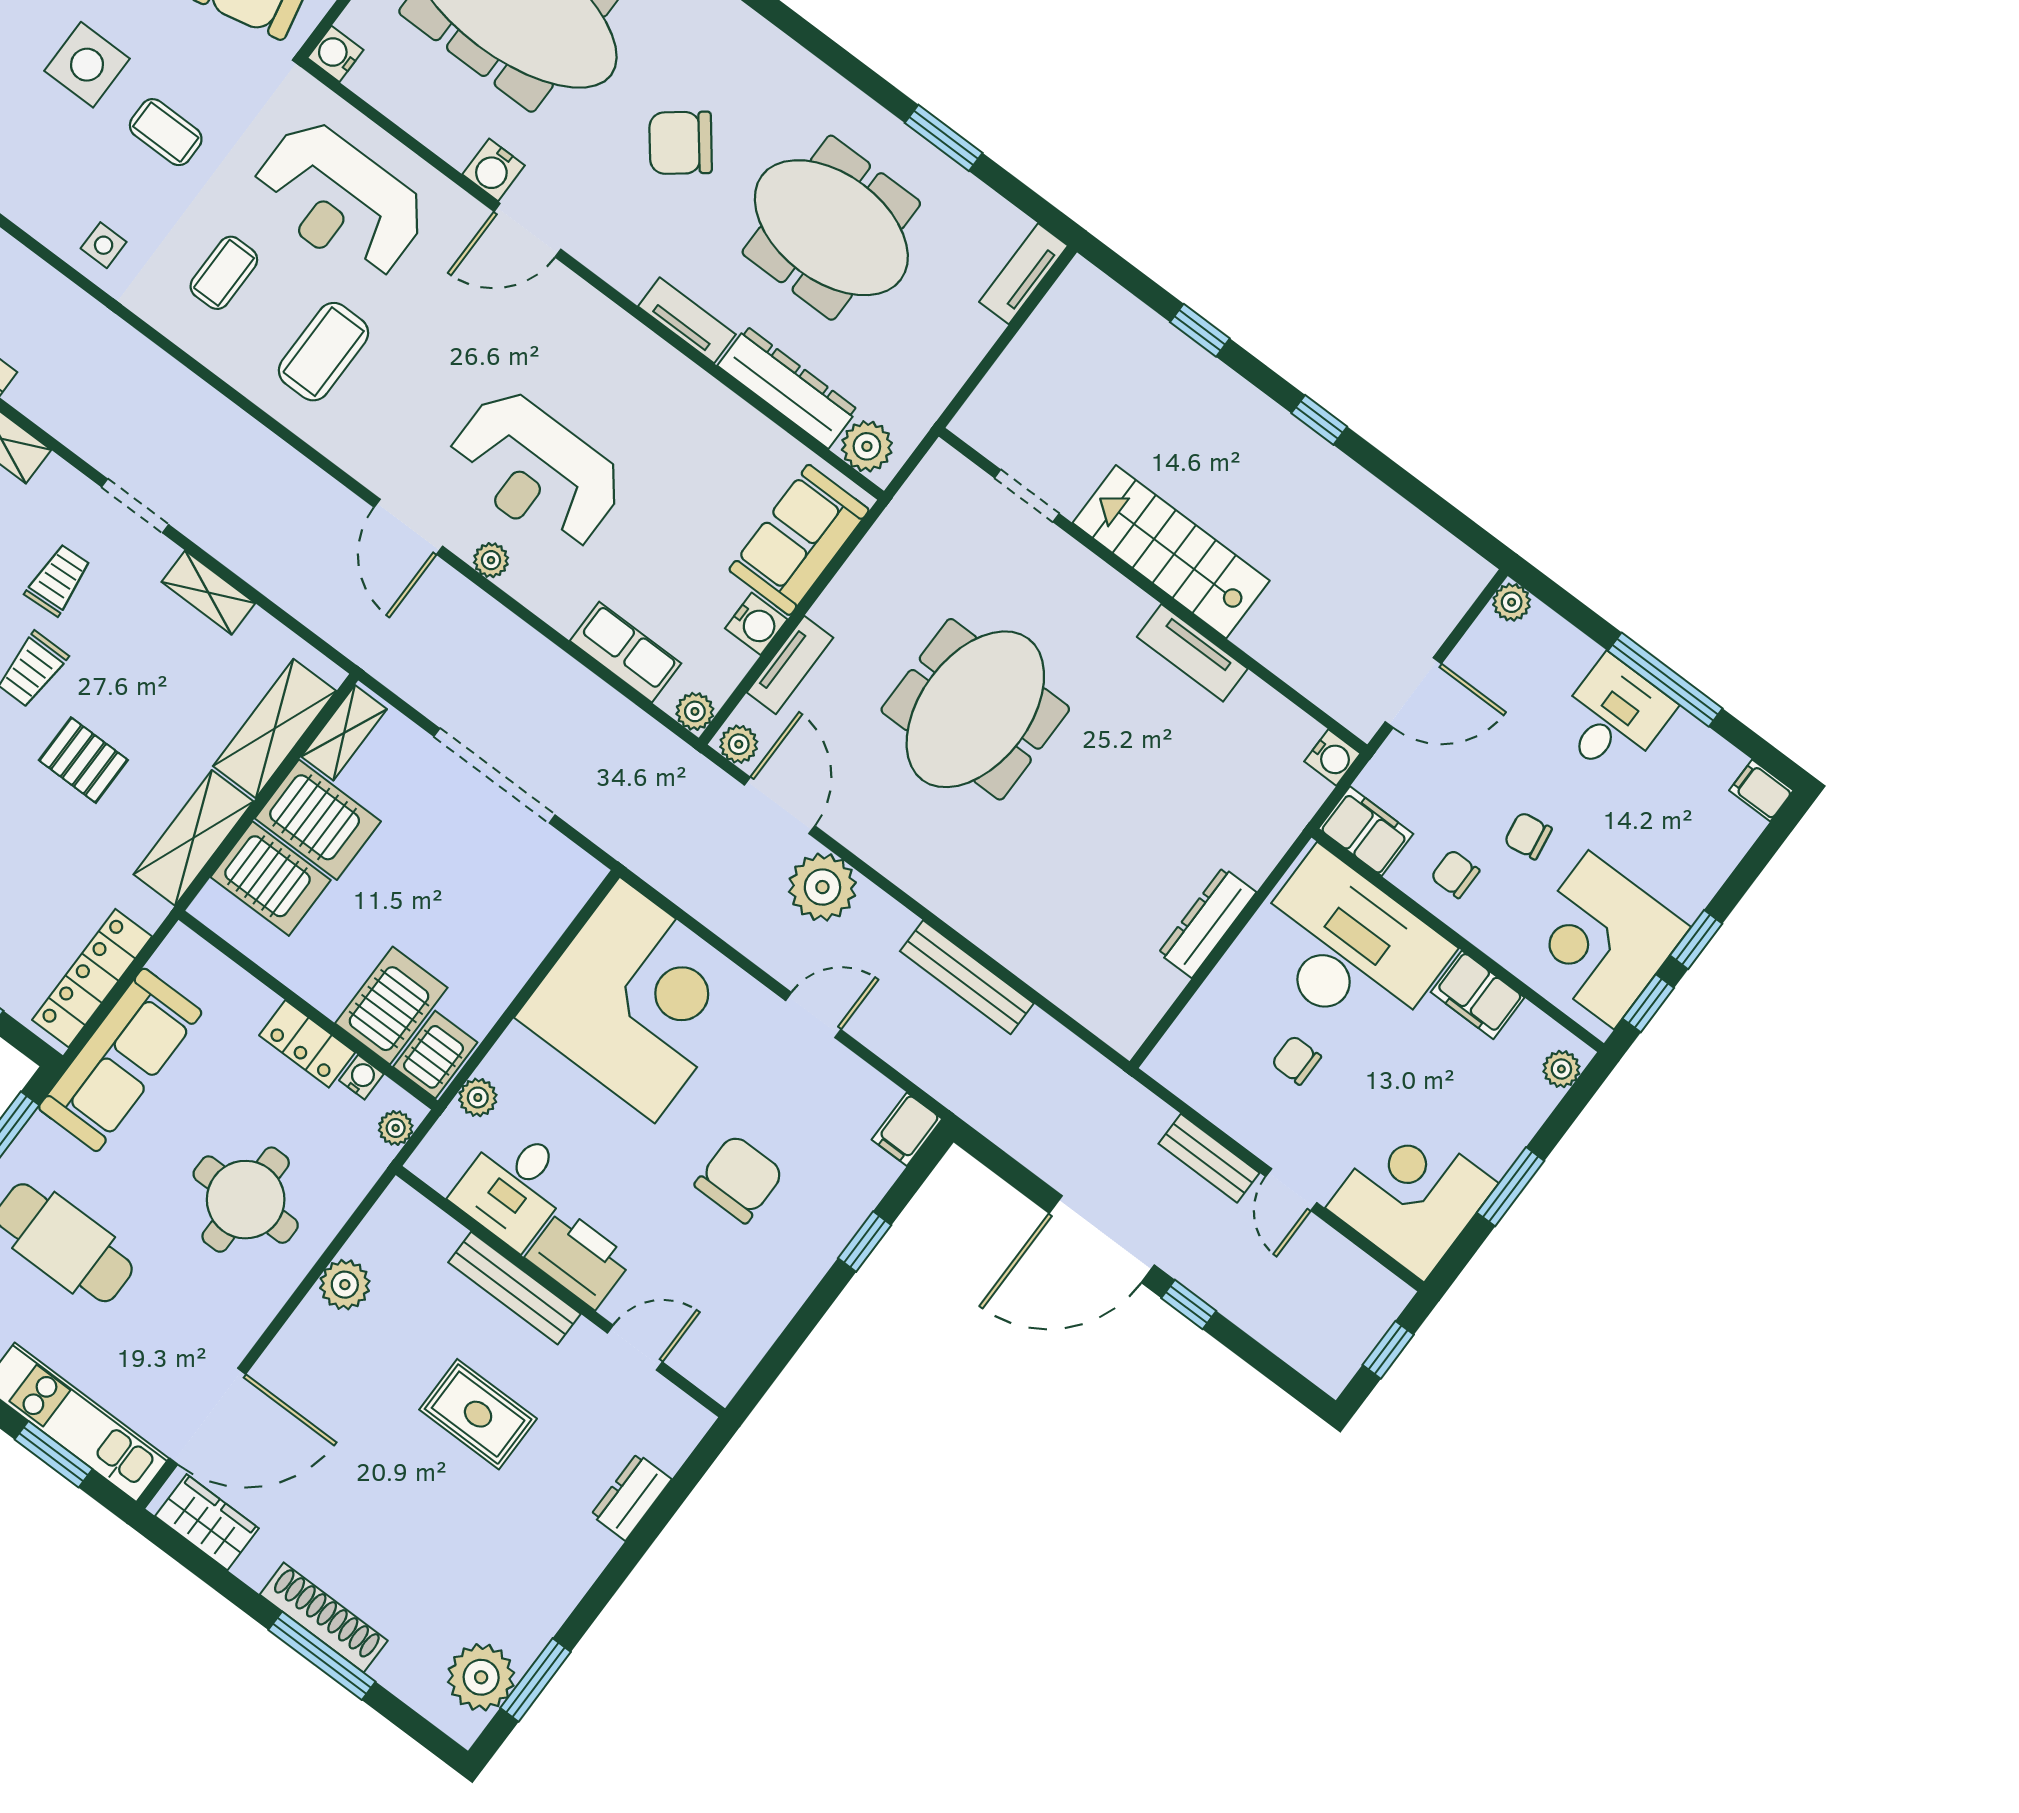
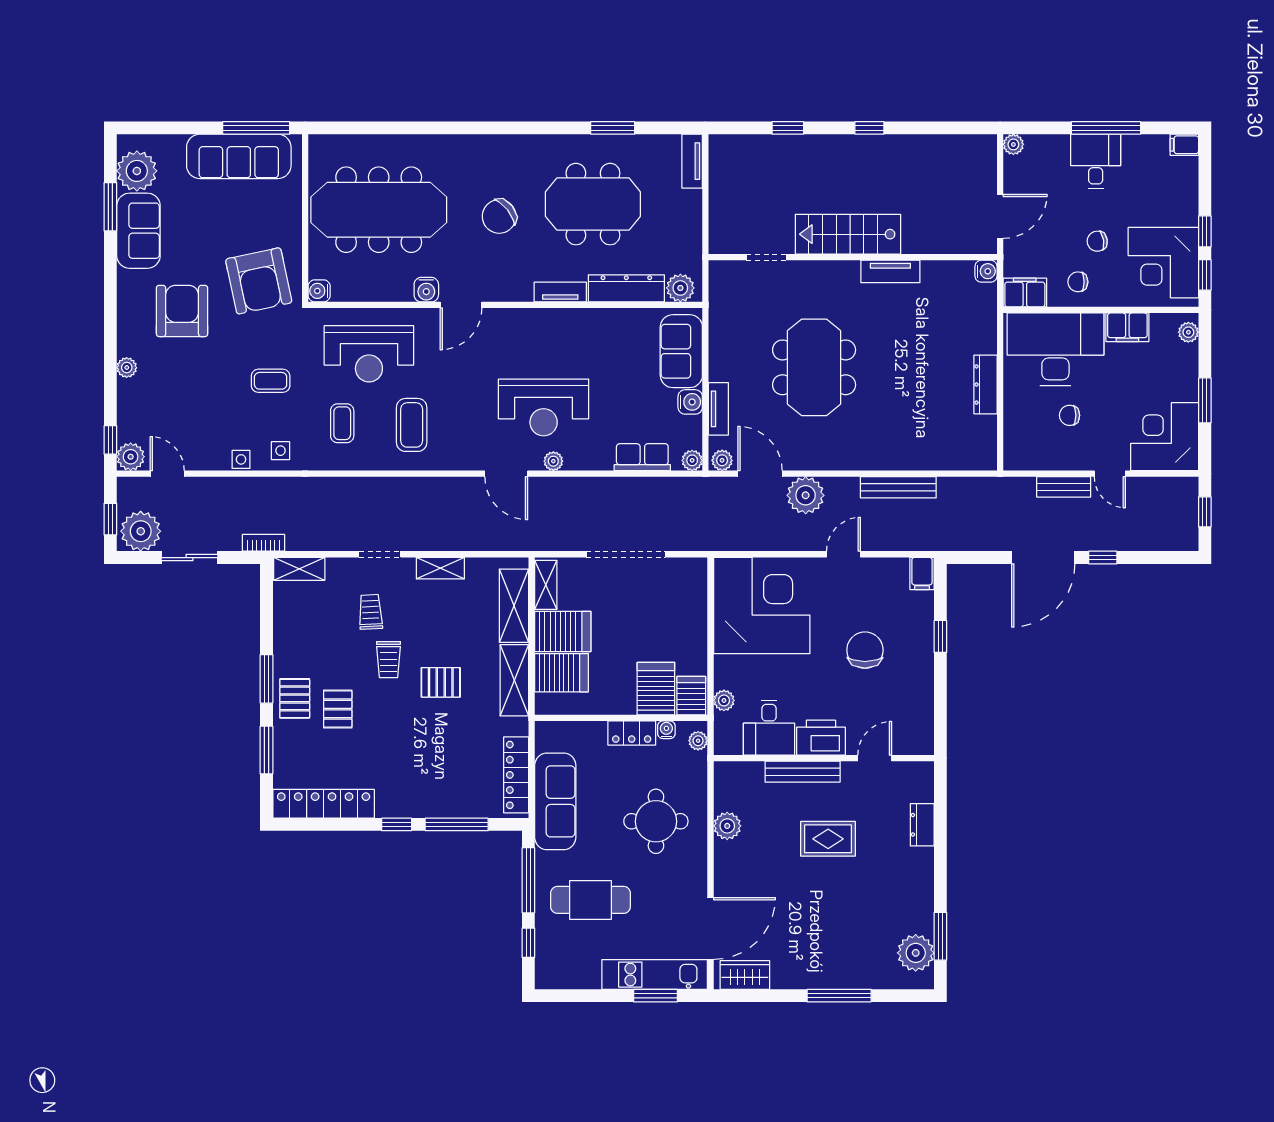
side table: (87, 65) -> (241, 459), moved, width x0.54, depth x0.54
shoe rack: (324, 1618) -> (827, 978), removed

